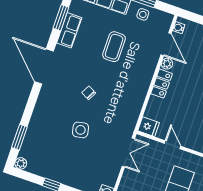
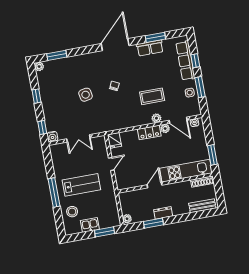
door: (166, 44) -> (178, 120), hinge flipped
coffee table: (114, 47) -> (152, 96), moved
plant: (150, 67) -> (156, 118), added
double door: (128, 152) -> (78, 138), moved

